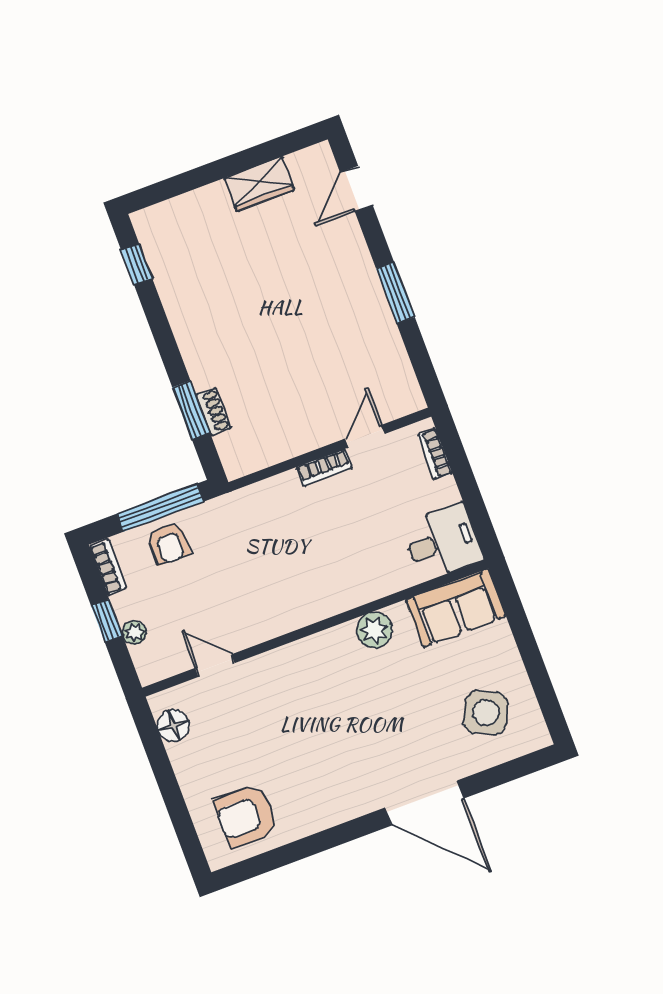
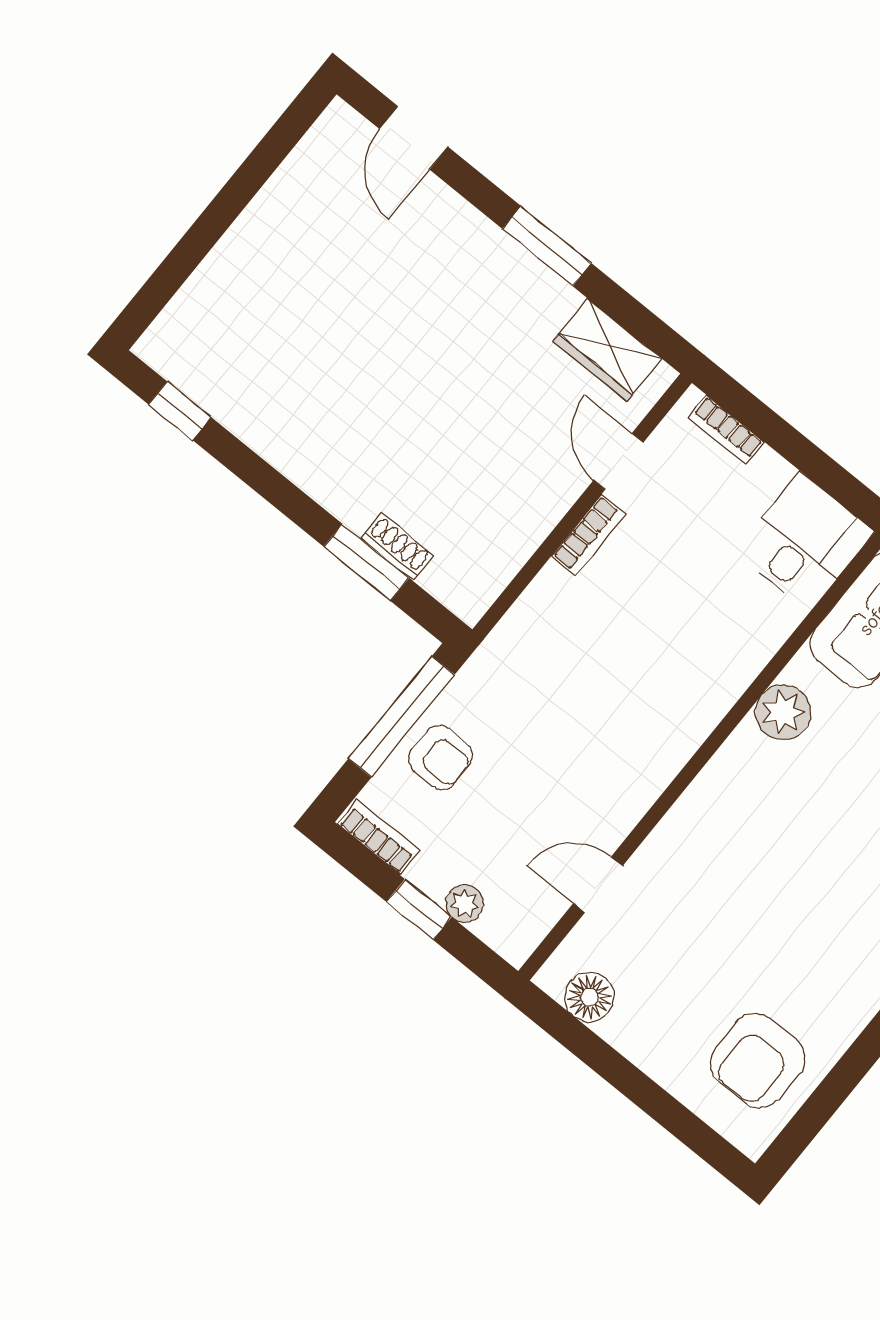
wardrobe: (259, 184) -> (607, 350), moved, turned 90

